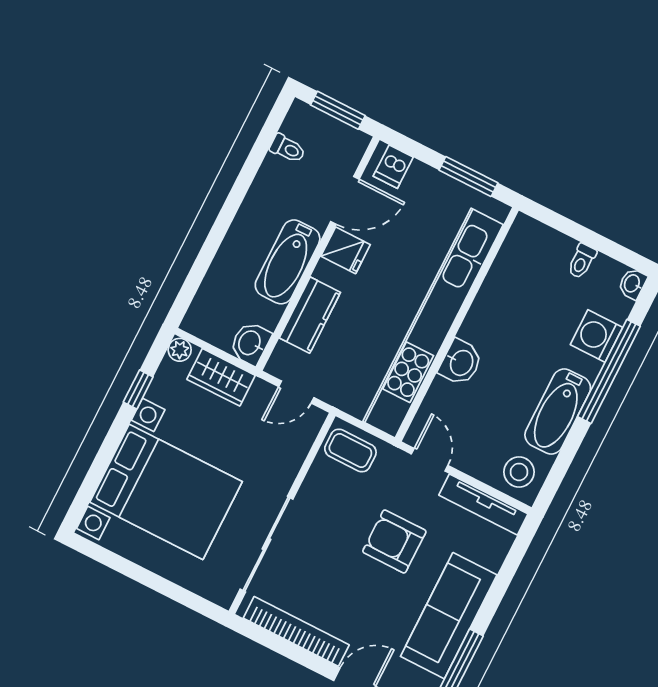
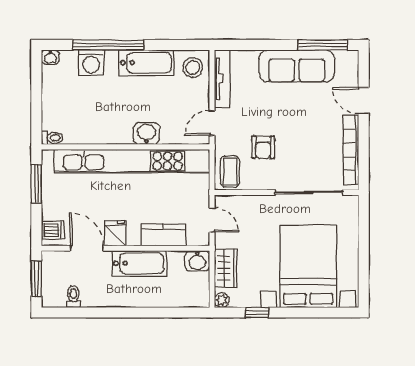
toilet: (582, 261) -> (52, 138), moved
armchair: (394, 541) -> (263, 147), moved, width x0.72, depth x0.72

